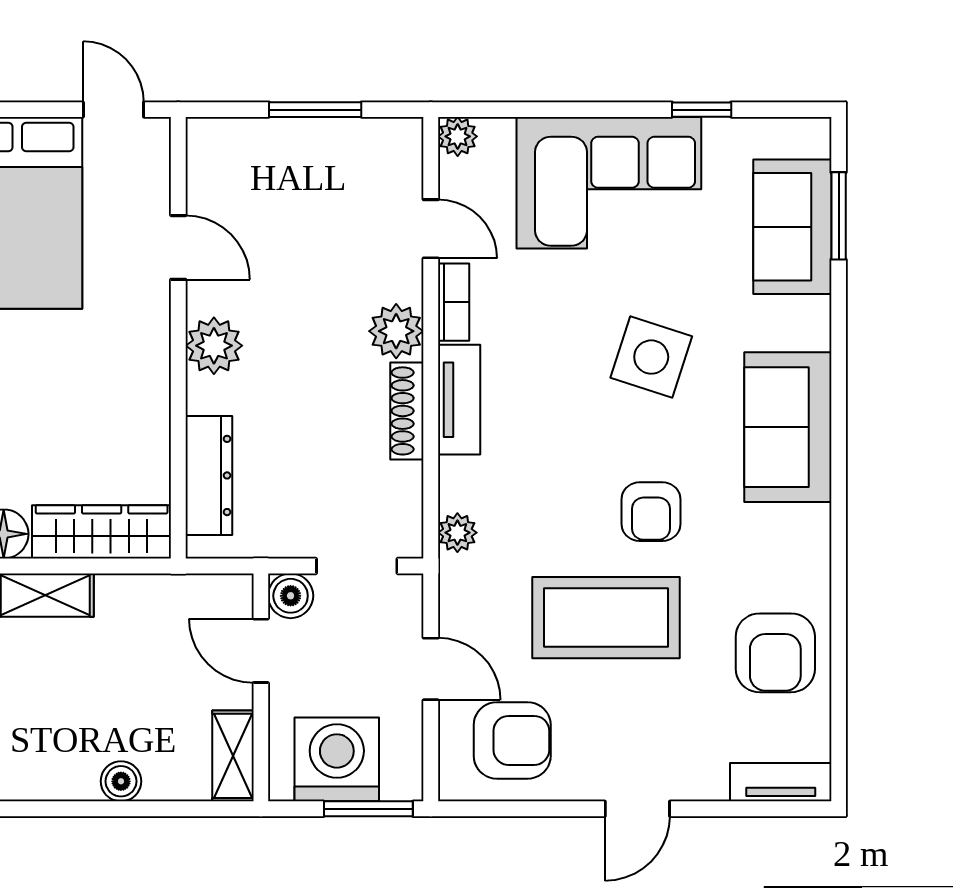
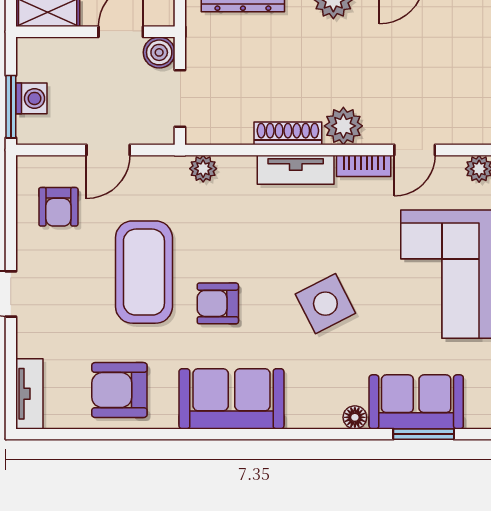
floor lamp: (815, 315) -> (355, 417), added
side table: (651, 357) -> (325, 304), turned 45
sofa: (788, 427) -> (231, 399), moved
armchair: (512, 740) -> (58, 207), width x0.72, depth x0.72
washing machine: (337, 759) -> (31, 98), width x0.53, depth x0.53

